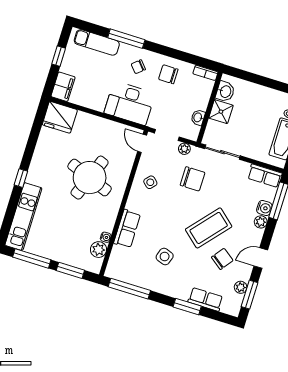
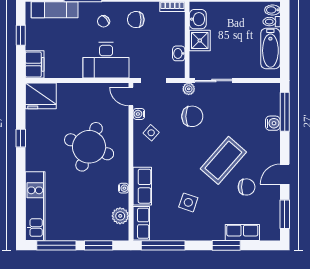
plant: (184, 149) -> (189, 89), moved
water cooler: (144, 162) -> (139, 114), added
row of seats: (265, 176) -> (141, 223), moved, turned -90
window: (21, 178) -> (21, 138), moved
plant: (261, 222) -> (274, 138), removed
water cooler: (106, 237) -> (124, 188), moved
chair: (222, 259) -> (247, 187), turned 53
plant: (241, 287) -> (274, 210), removed

